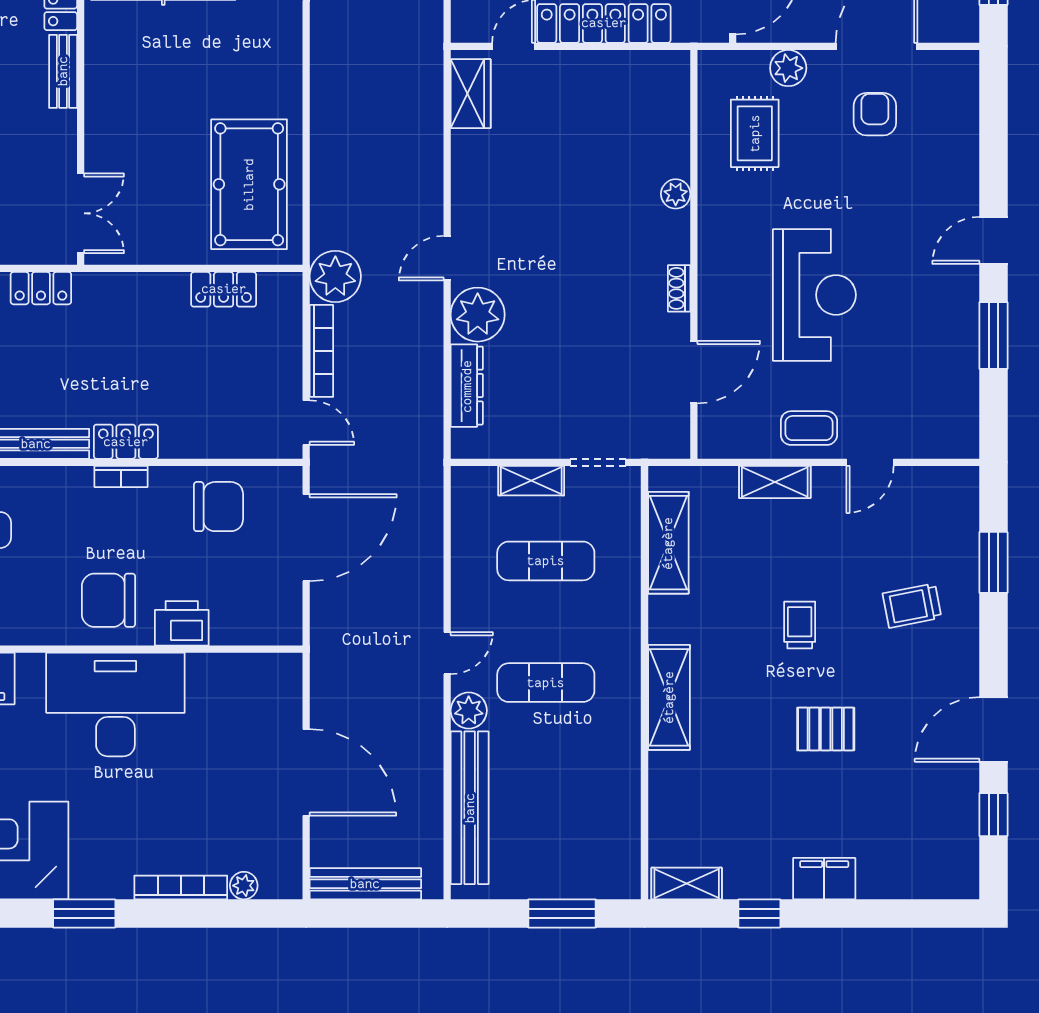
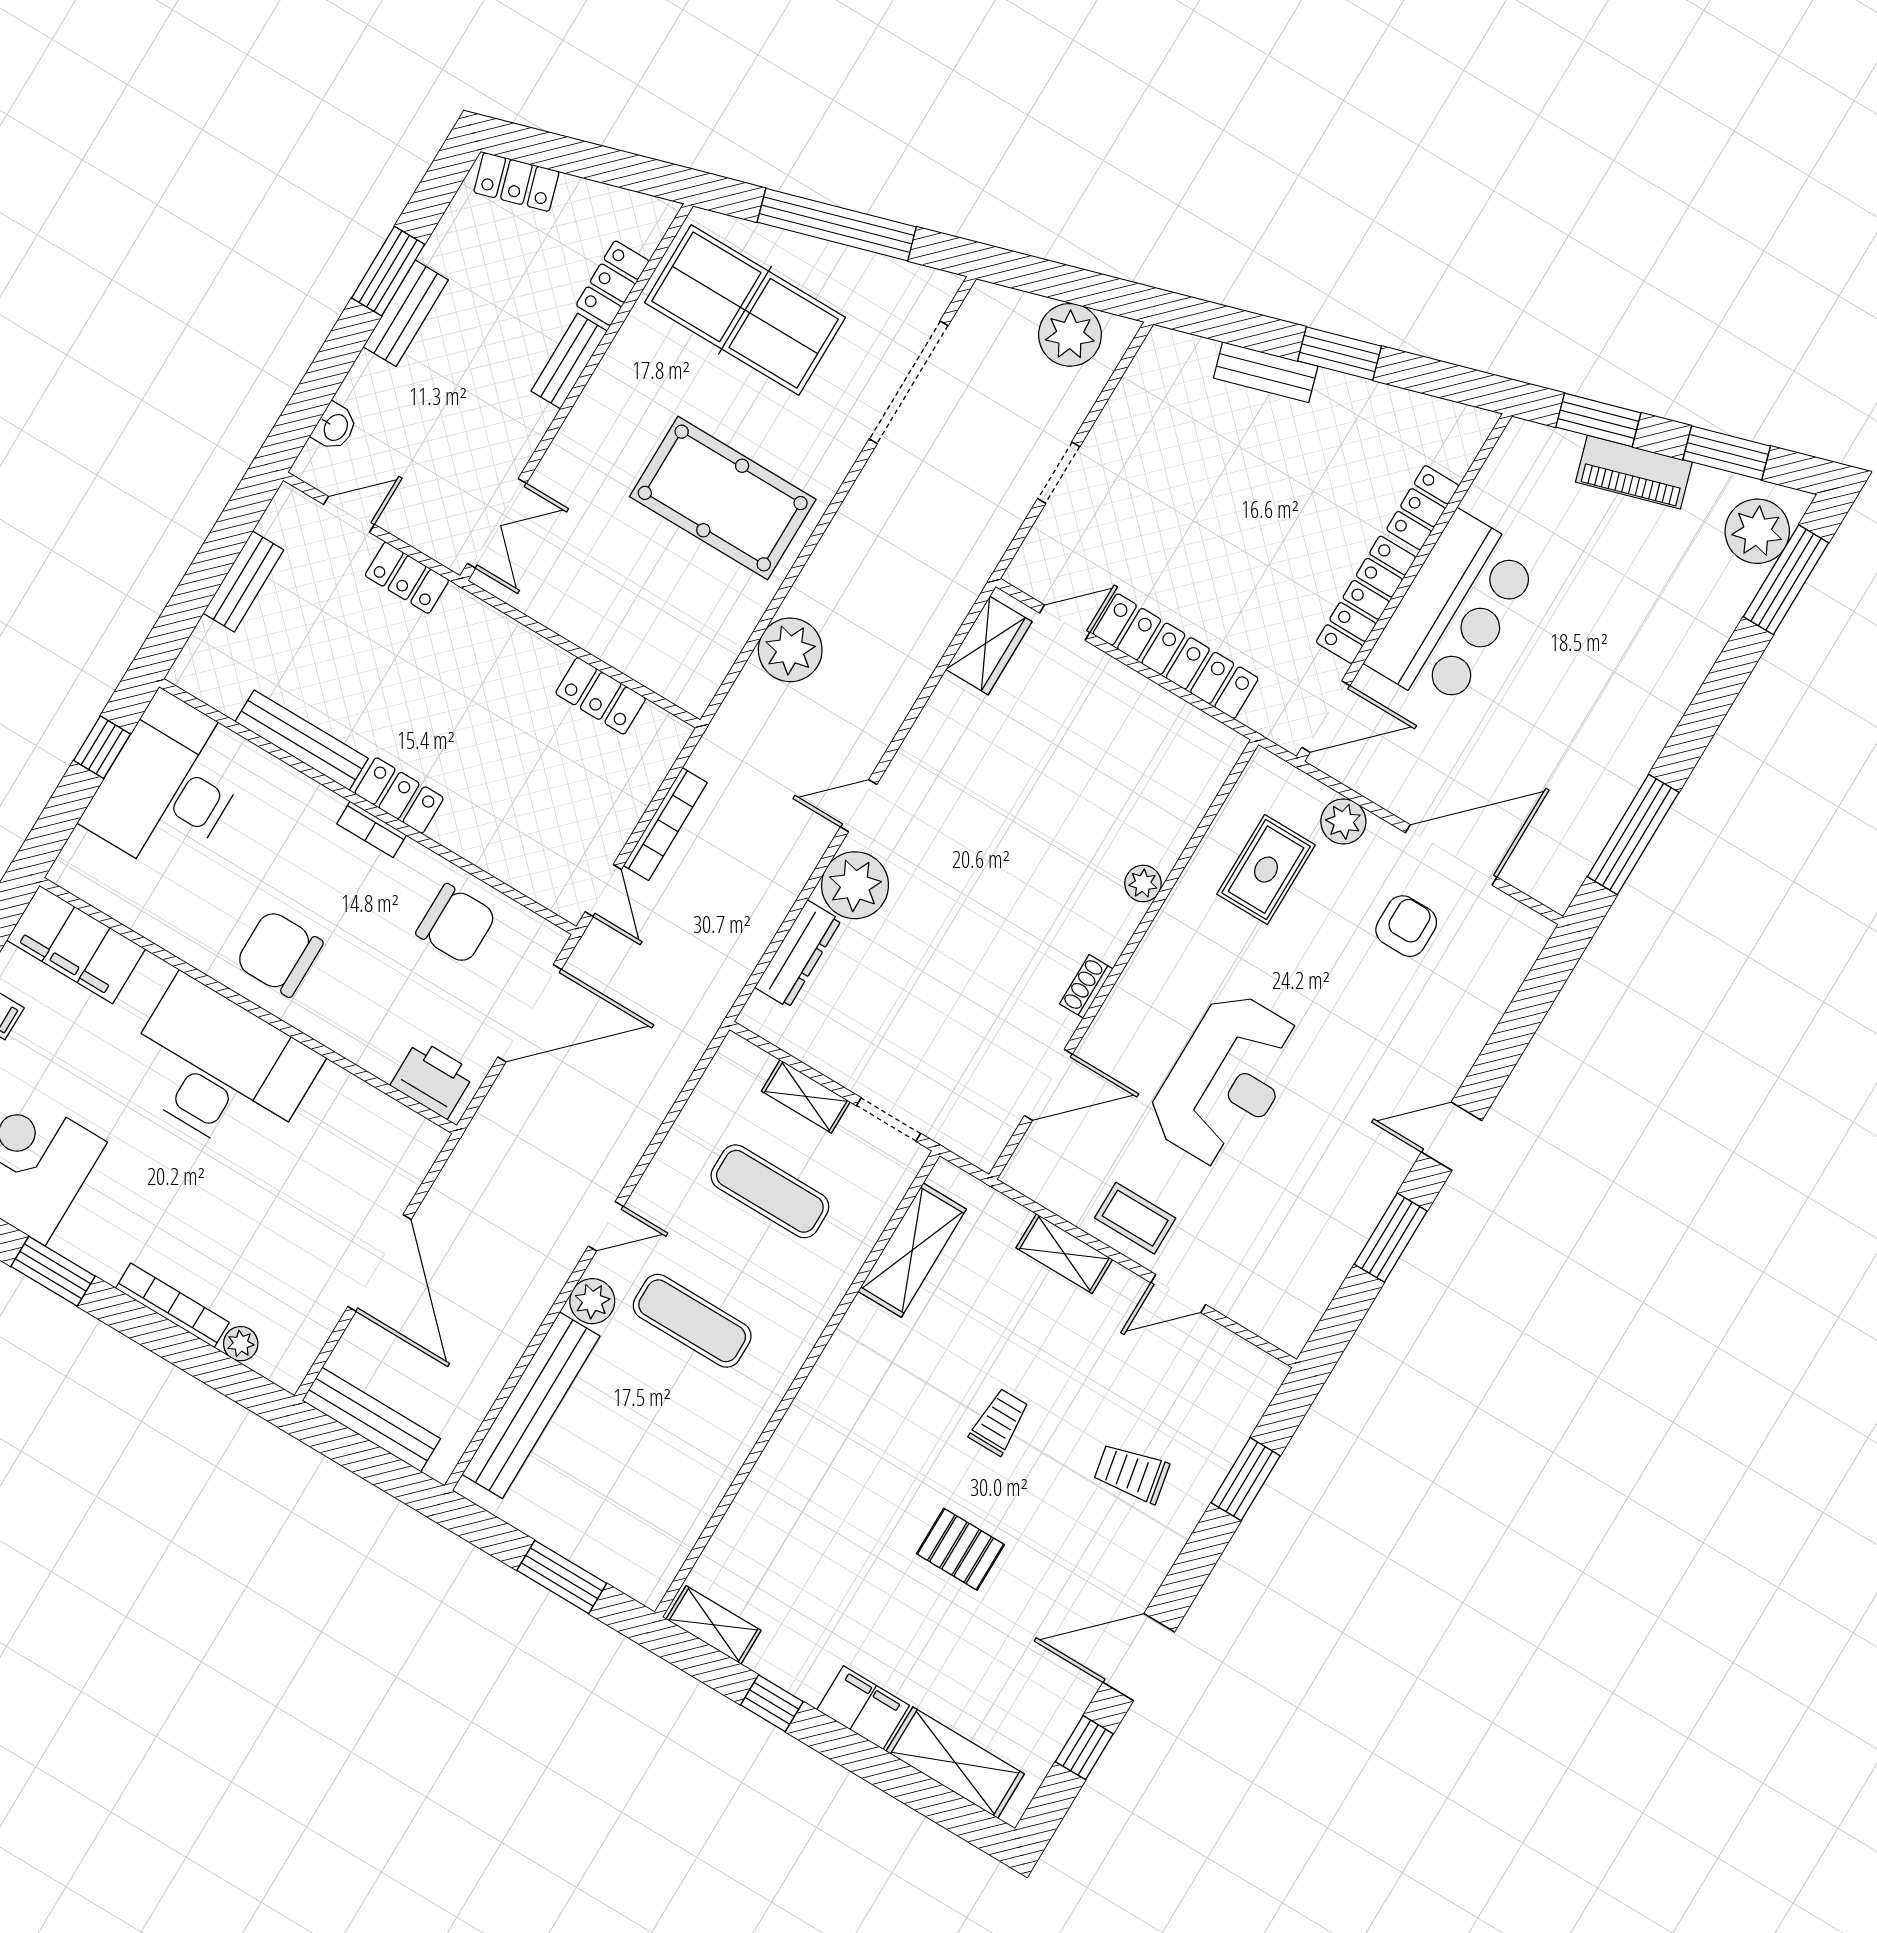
pool table: (249, 184) -> (723, 498), moved, turned 90
plant: (335, 276) -> (790, 650), moved
printer: (182, 623) -> (433, 1079), moved
shelving: (669, 697) -> (955, 1763), moved, turned 90

